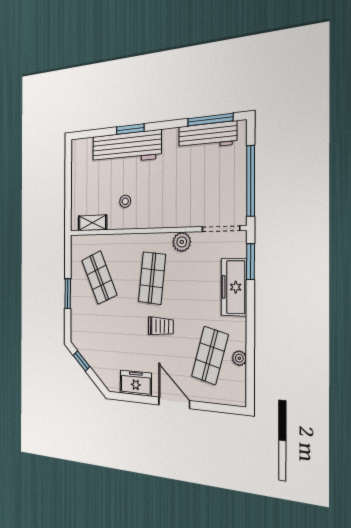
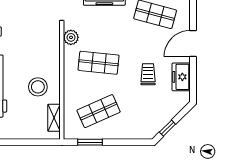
stool: (125, 201) -> (38, 87), width x1.89, depth x1.89
window: (68, 294) -> (90, 142), moved
trolley: (161, 326) -> (148, 74), moved

